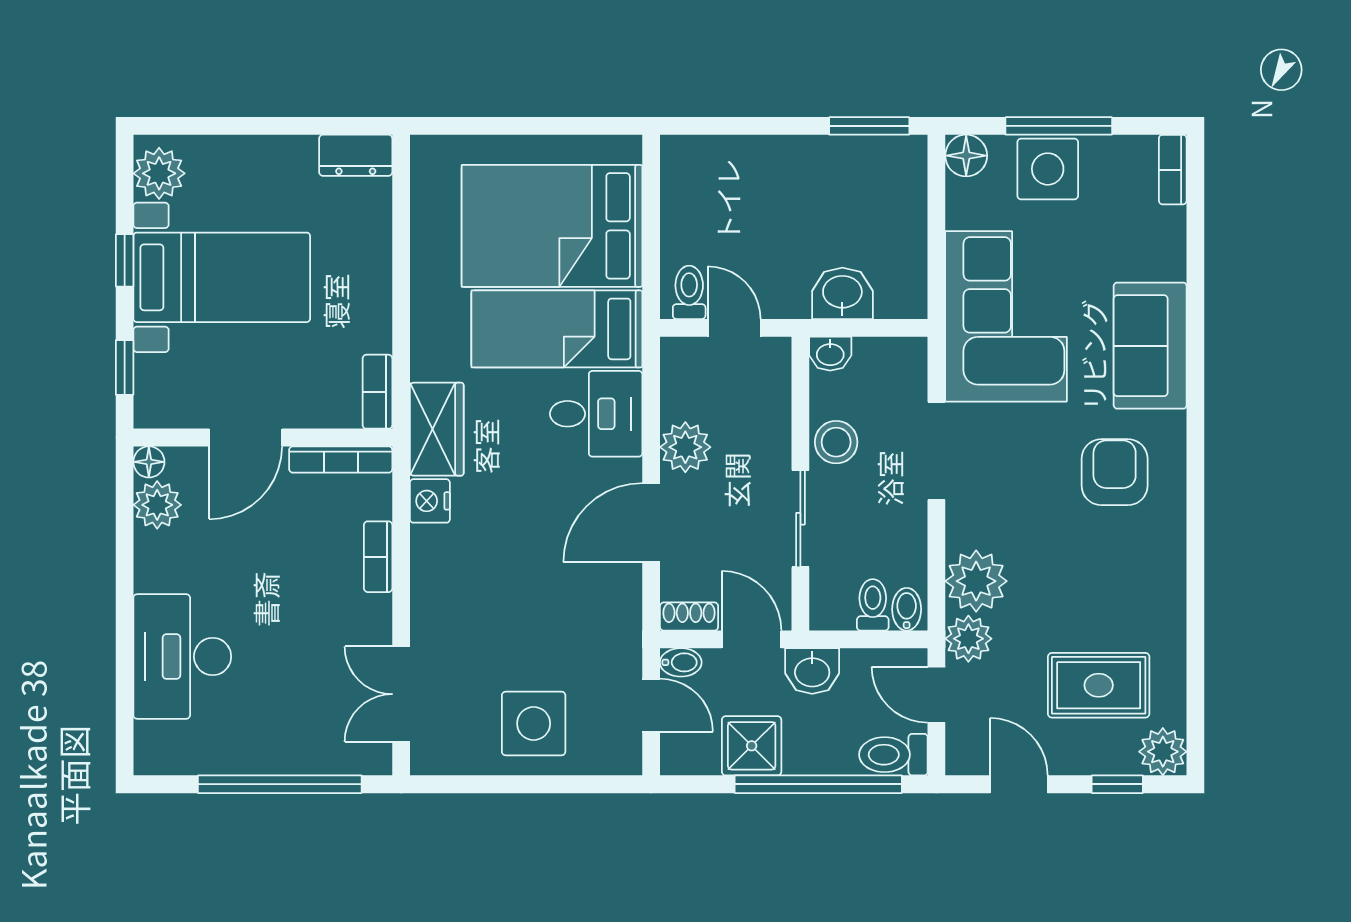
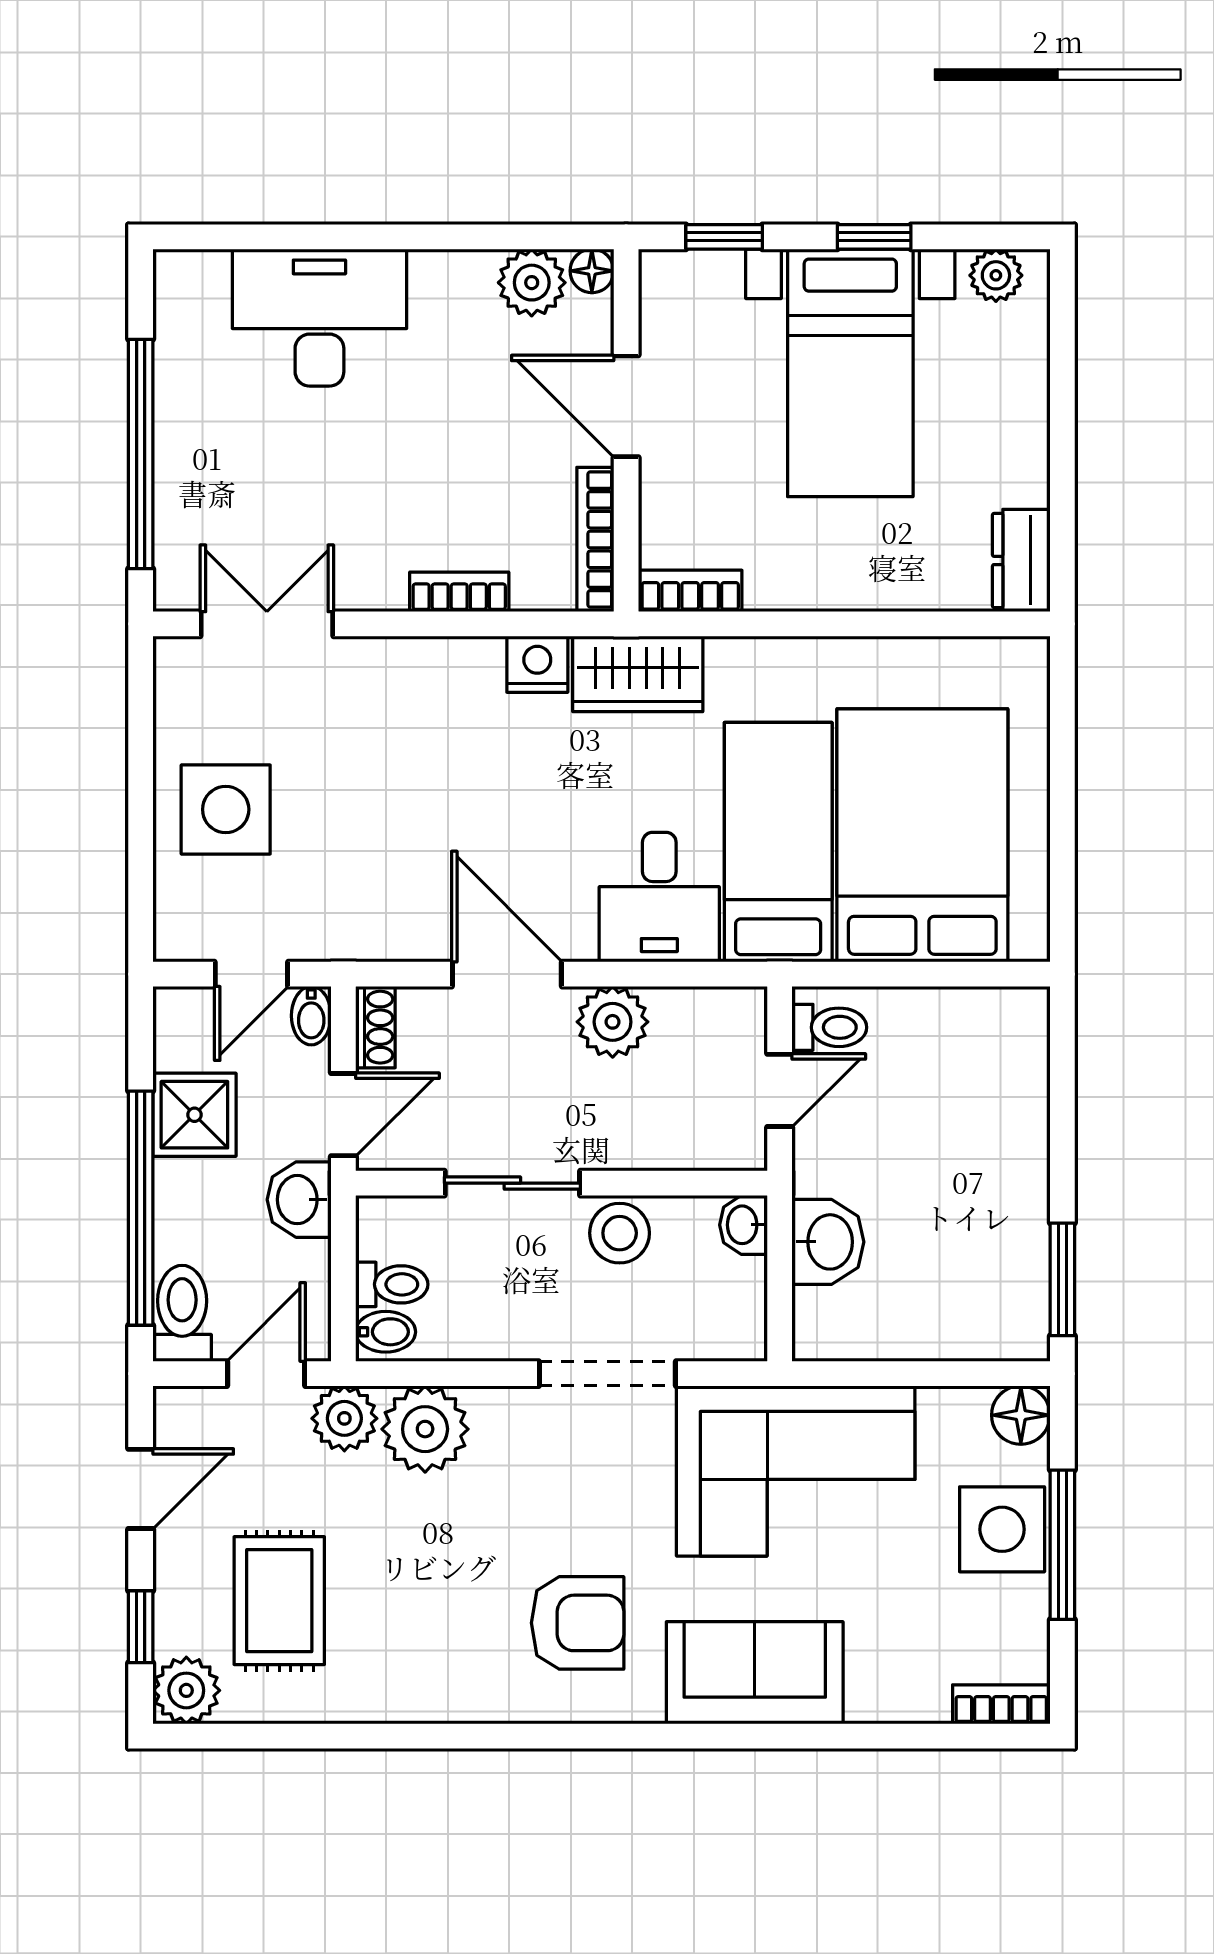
plant: (159, 173) -> (996, 275), width x0.73, depth x0.73

